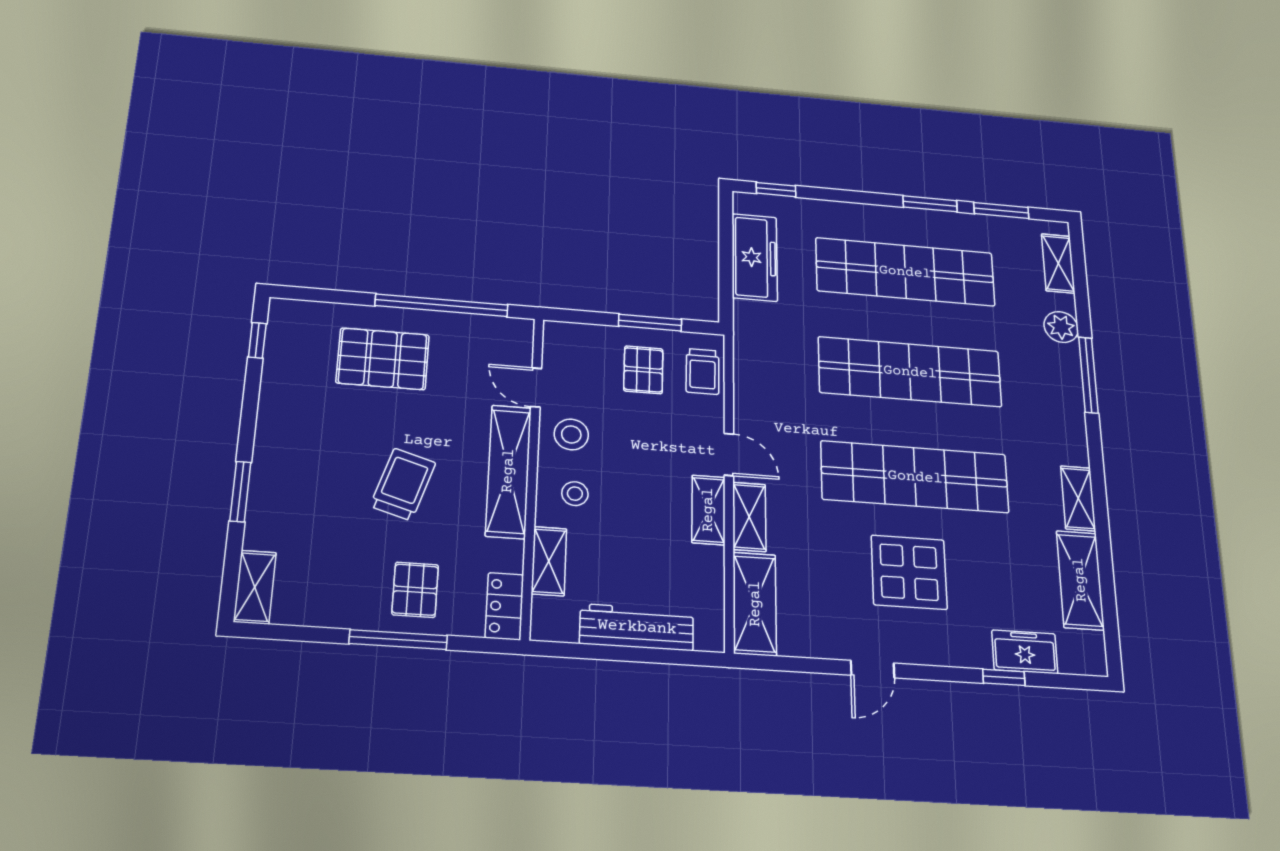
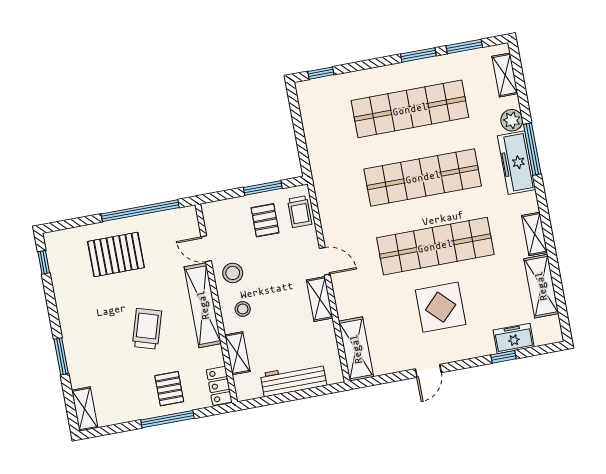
freezer: (755, 257) -> (517, 163), moved, turned 180
shelving: (749, 517) -> (344, 297), removed

